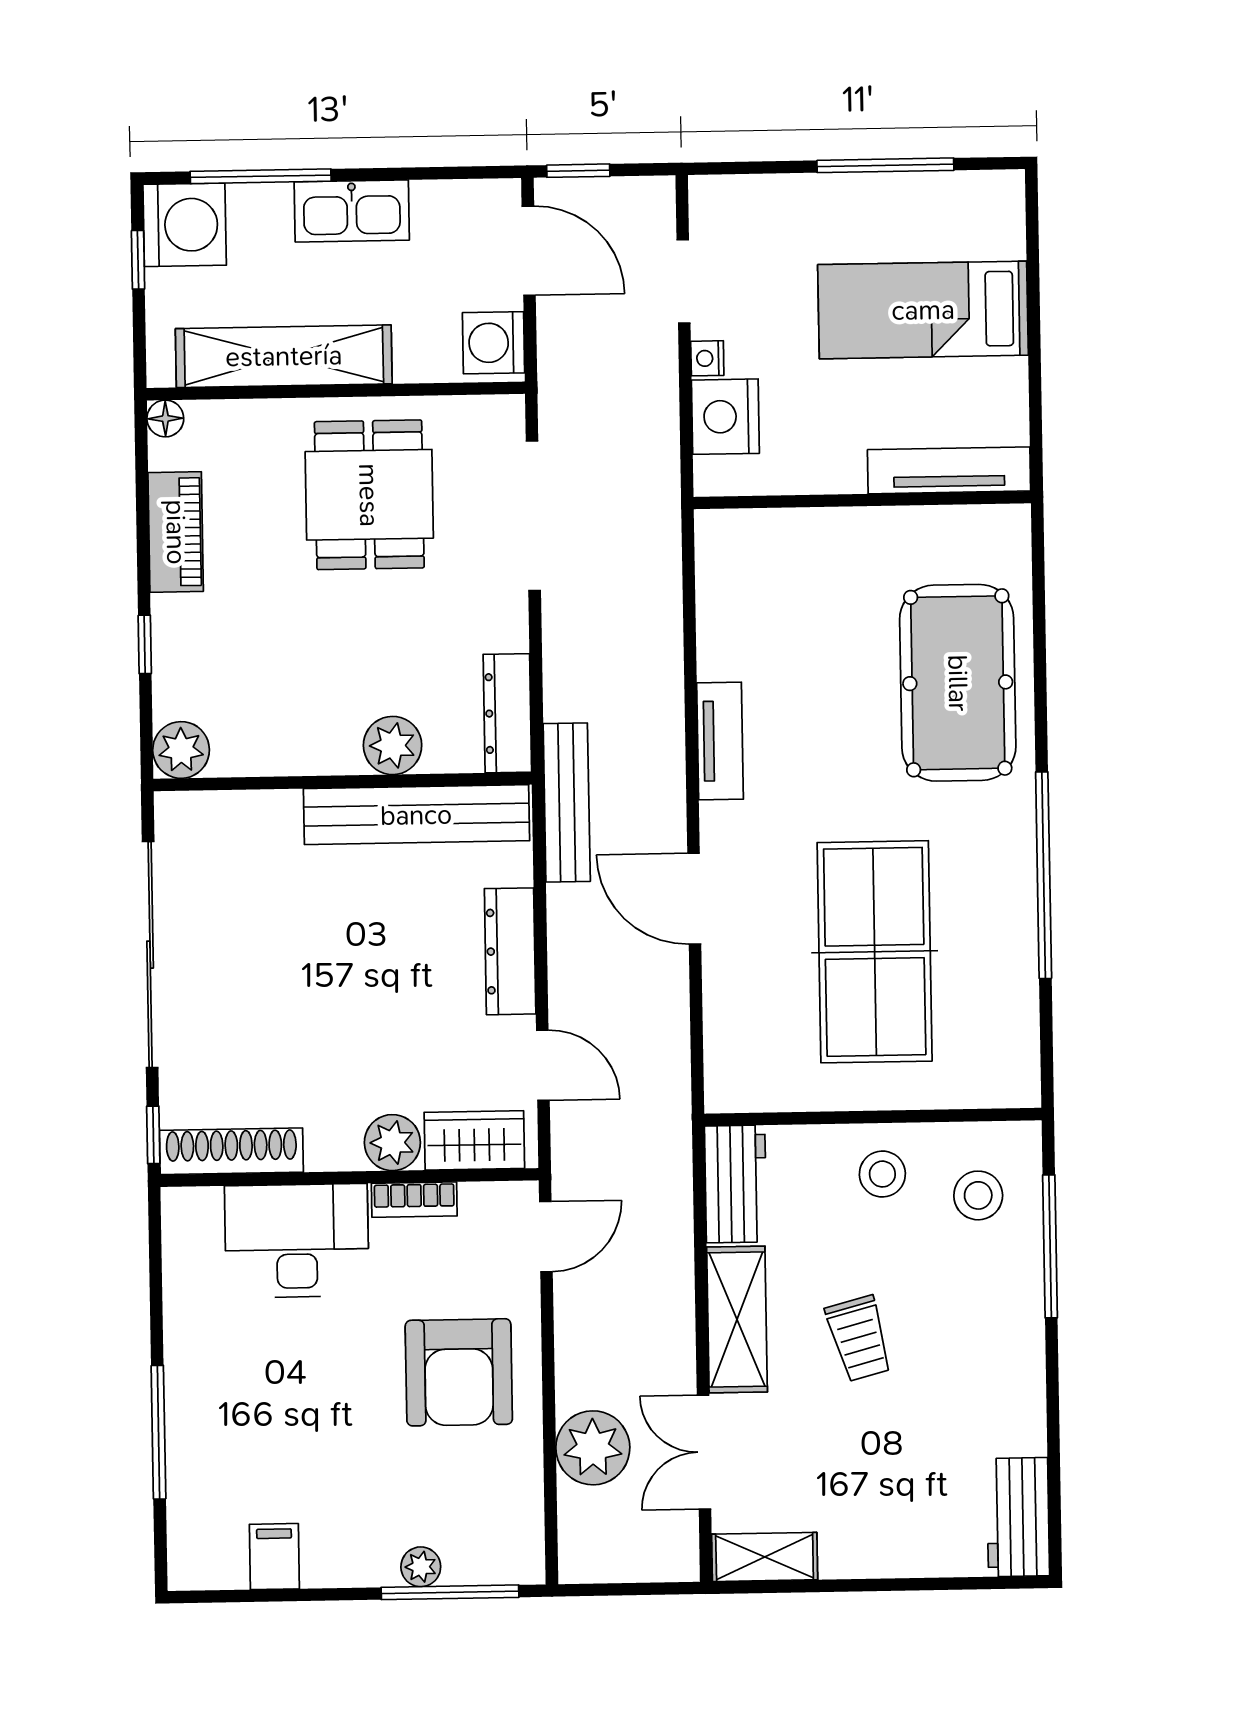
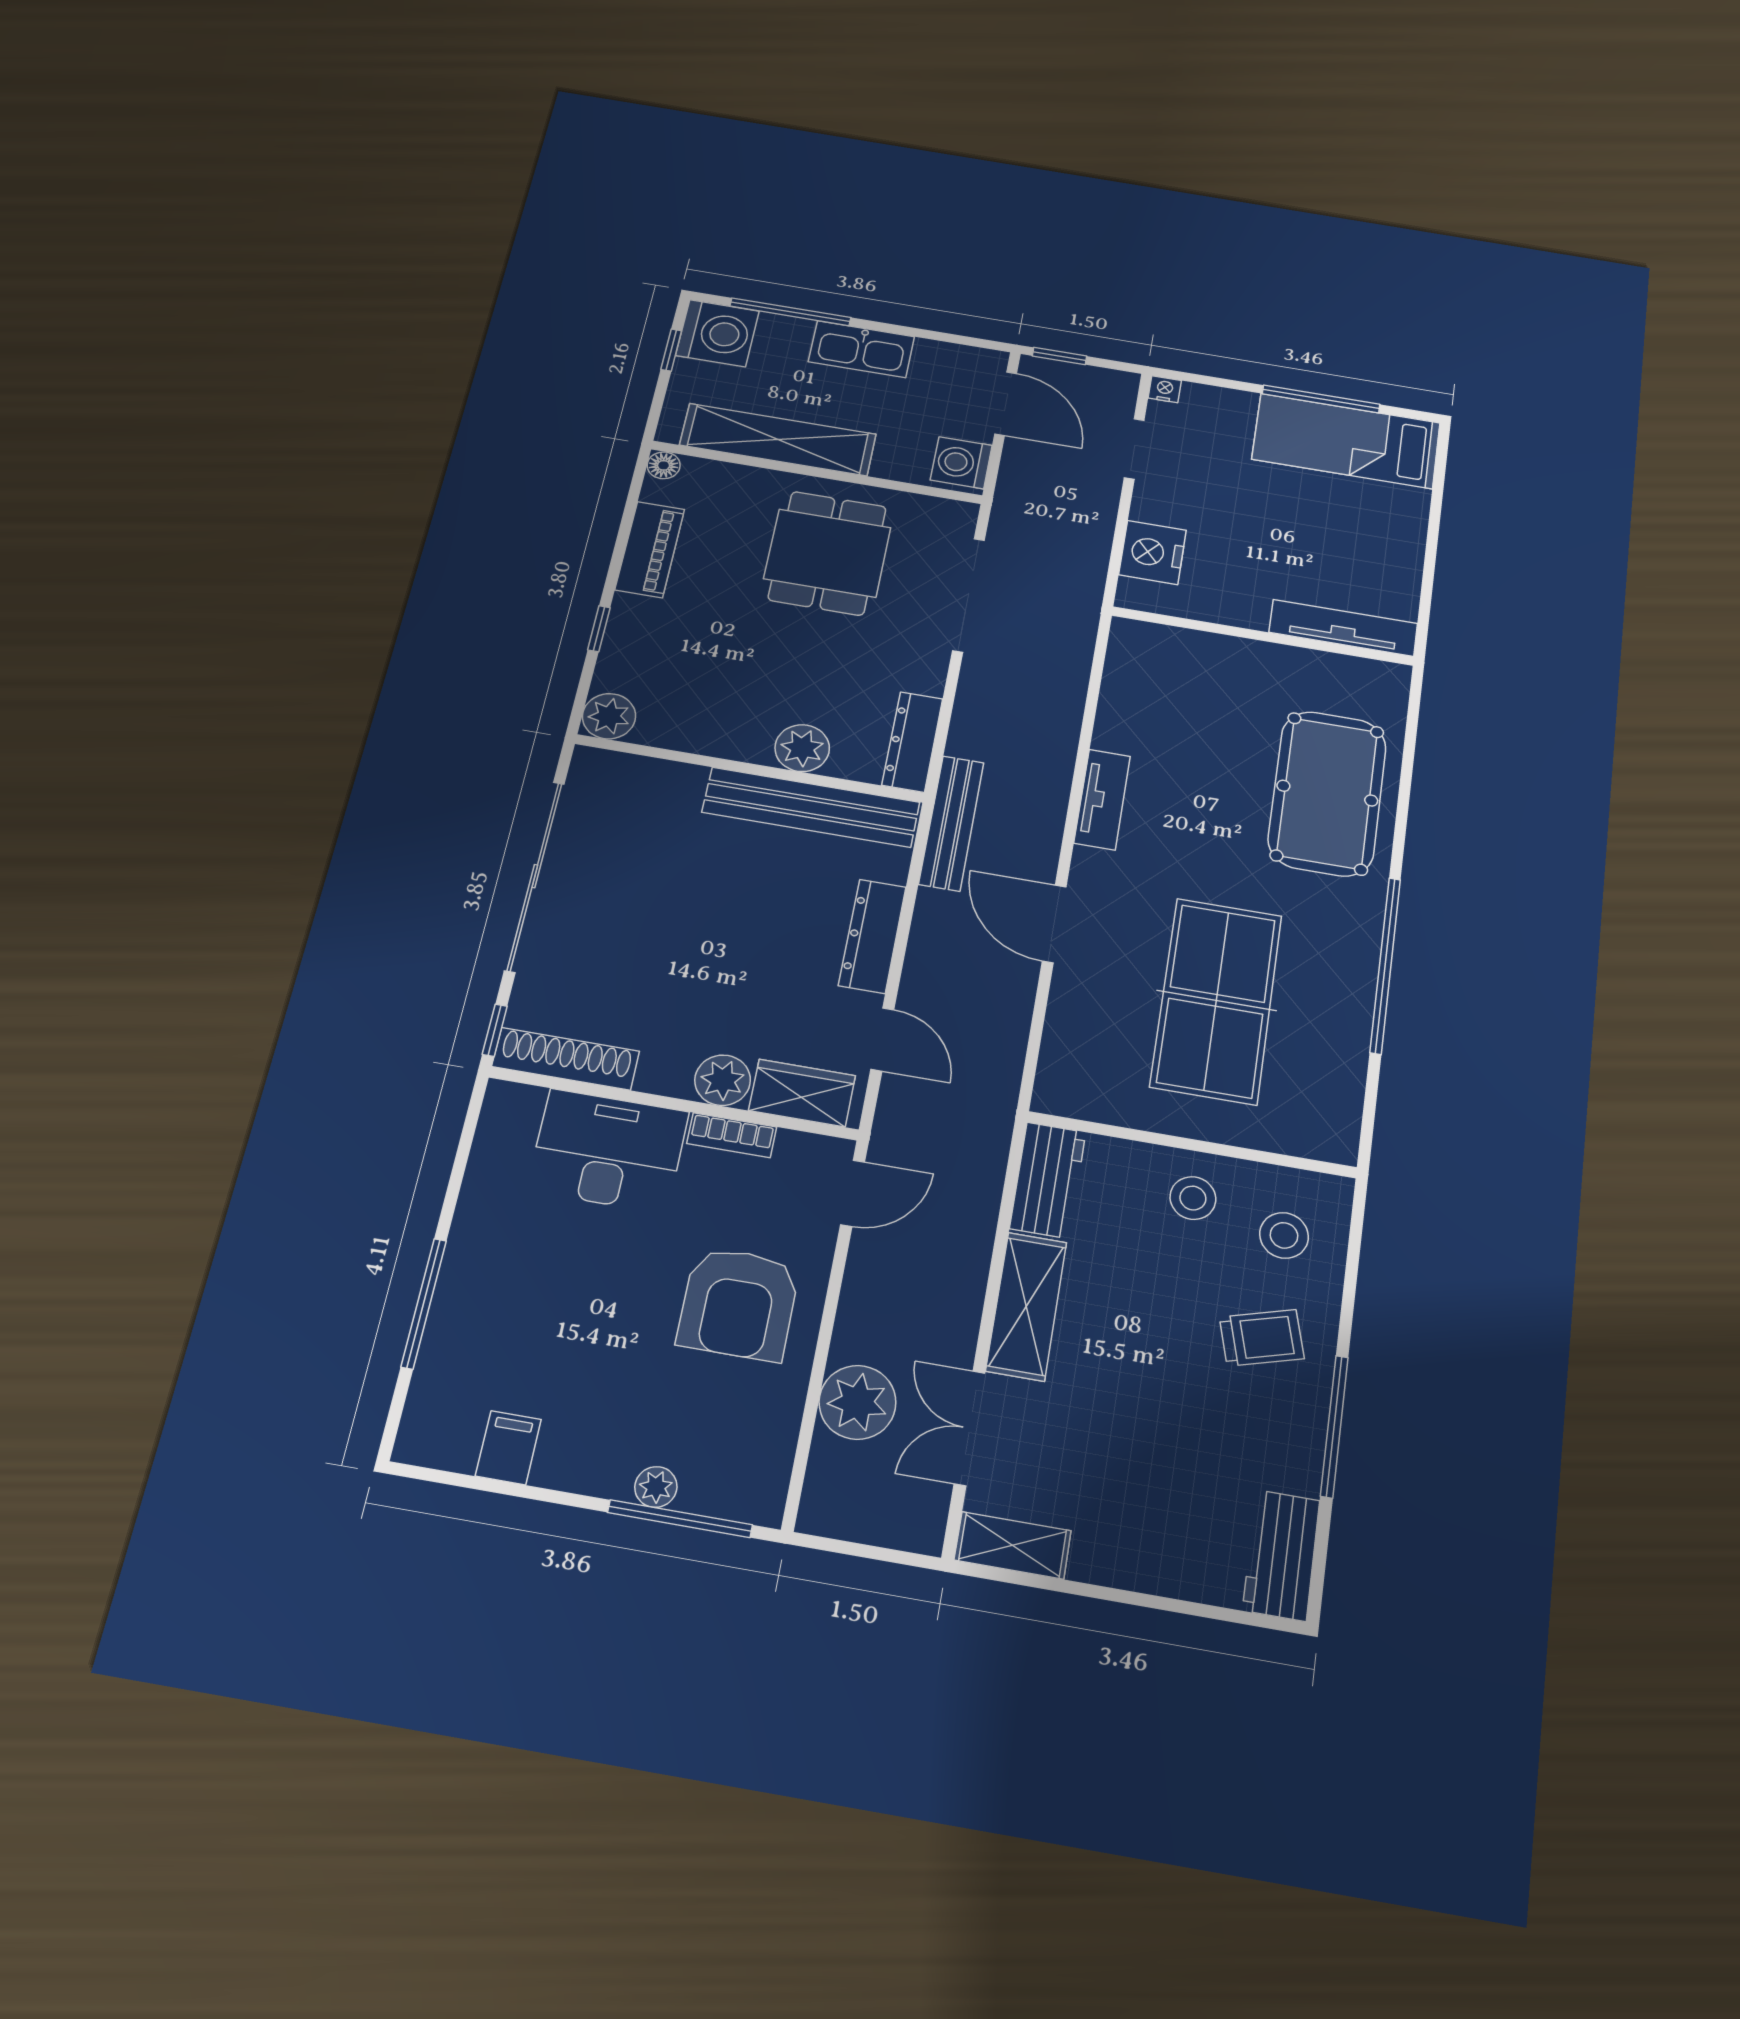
bed: (923, 310) -> (1346, 441), moved
nightstand: (707, 358) -> (1165, 389), moved, turned 90
window: (1050, 1246) -> (1334, 1426), moved
trolley: (859, 1338) -> (1262, 1338), moved, turned -91

